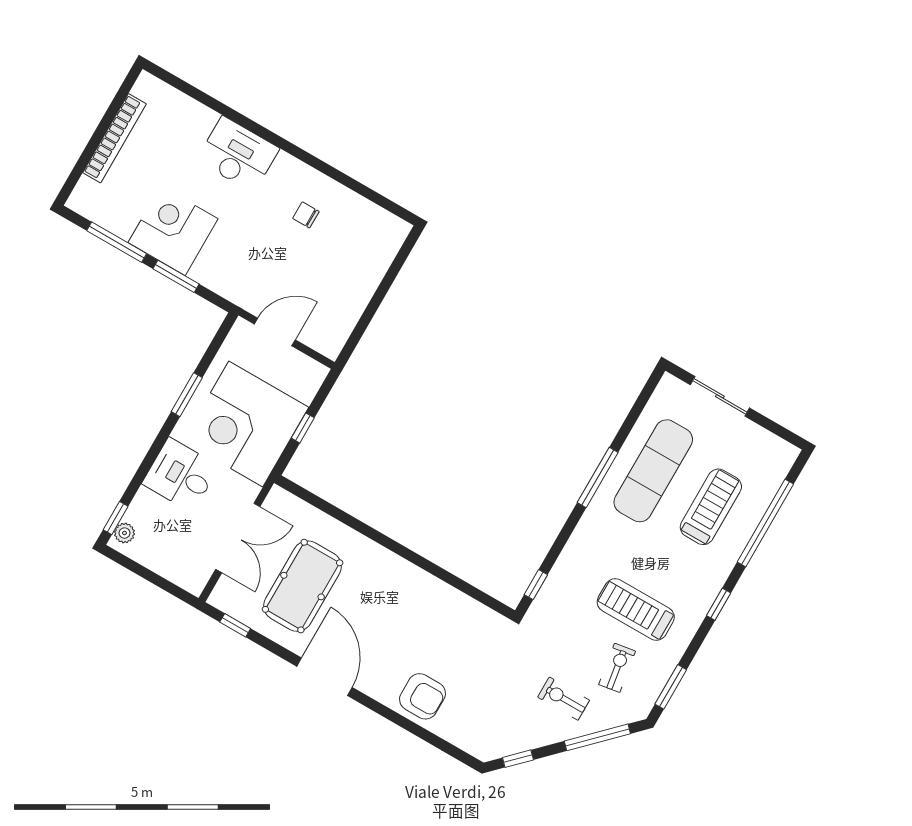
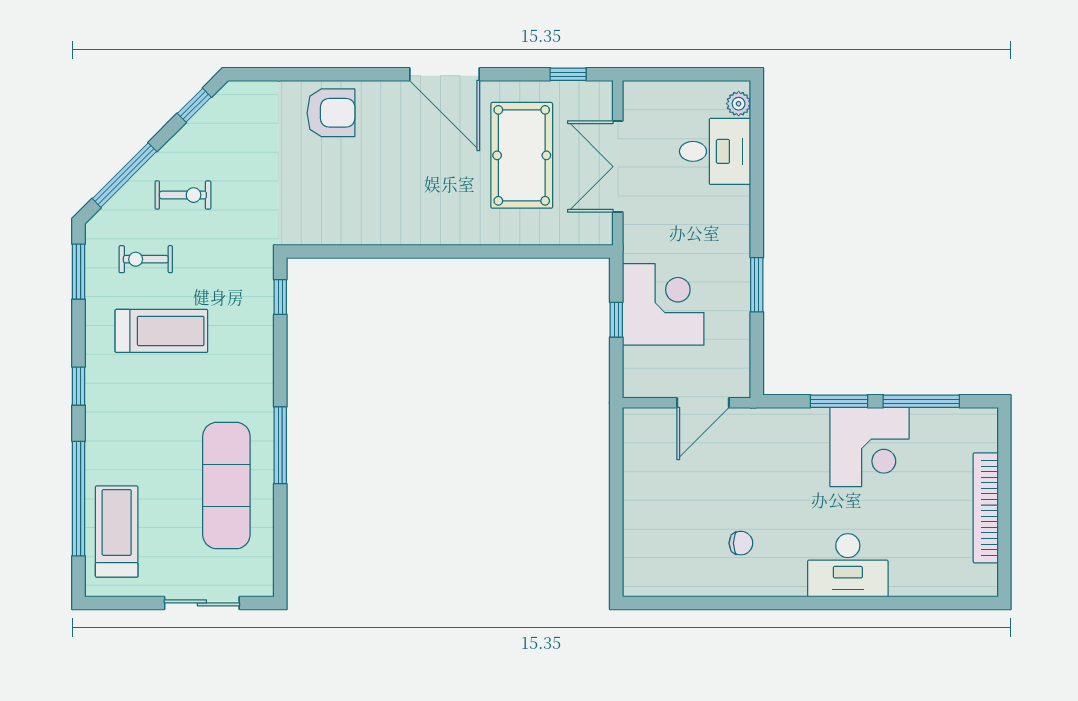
corner desk: (246, 424) -> (663, 304), width x0.74, depth x0.74
desk: (181, 475) -> (715, 151), moved
treadmill: (711, 507) -> (117, 532), moved, turned 180
window: (116, 518) -> (757, 114), removed
exercise bike: (617, 668) -> (146, 259), turned 99
armchair: (423, 696) -> (331, 113), turned 180

